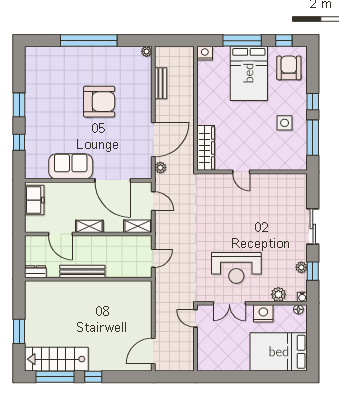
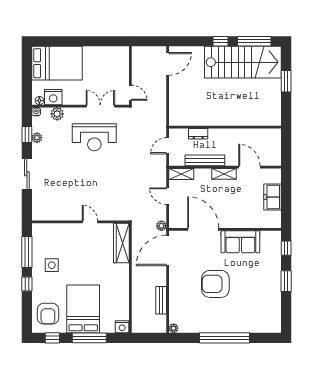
sofa: (71, 166) -> (240, 242), moved
wall: (88, 180) -> (225, 229), moved
door: (113, 180) -> (203, 229), moved
reception desk: (236, 268) -> (94, 137), turned 180
dresser: (35, 272) -> (198, 134), moved
bench: (82, 272) -> (205, 160), moved
nightstand: (263, 313) -> (53, 97), moved
stairs: (56, 359) -> (243, 62), width x1.36, depth x1.51

